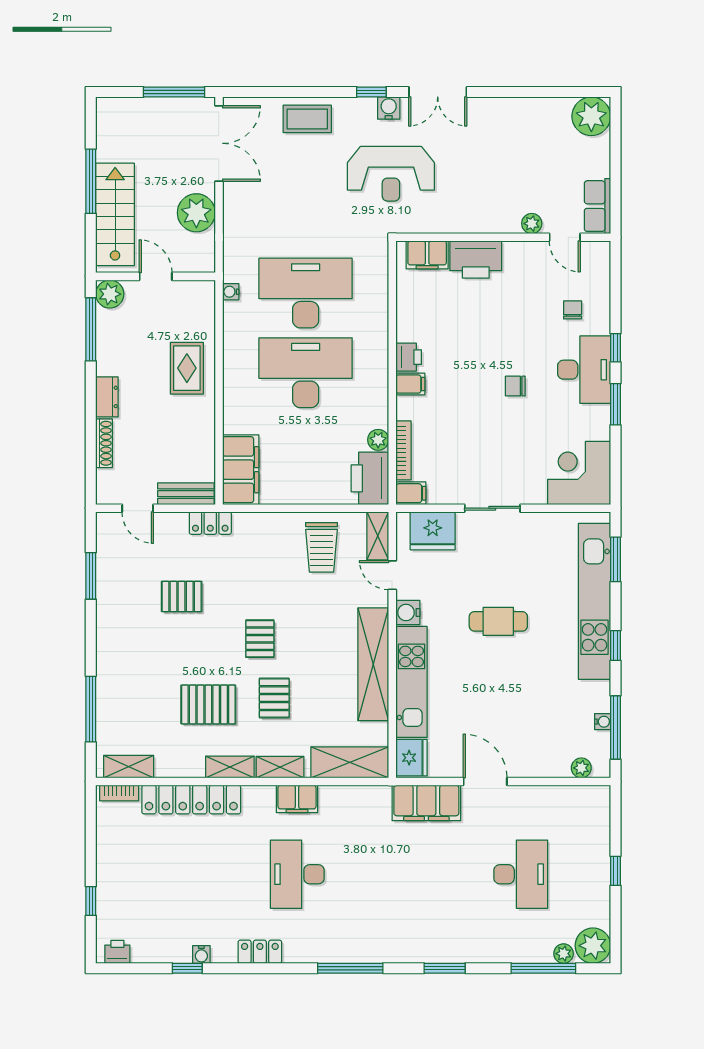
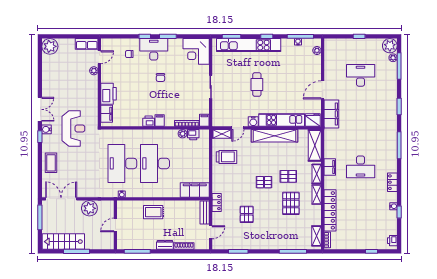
stairs: (115, 214) -> (63, 242), moved
plant: (110, 294) -> (123, 244), removed
printer: (370, 478) -> (193, 135), width x0.53, depth x0.68
fridge: (433, 531) -> (220, 111), removed

